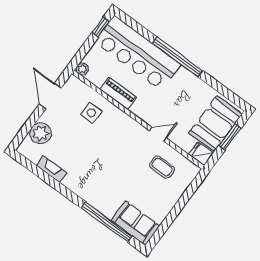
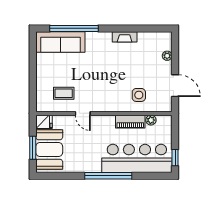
plant: (82, 69) -> (151, 120), moved
plant: (41, 133) -> (167, 56), width x0.53, depth x0.53
door: (158, 134) -> (83, 113), hinge flipped
fireplace: (51, 169) -> (125, 37), moved
sofa: (135, 223) -> (60, 42), width x1.36

